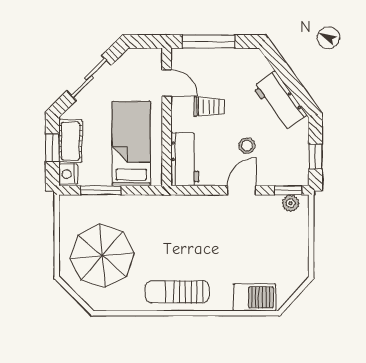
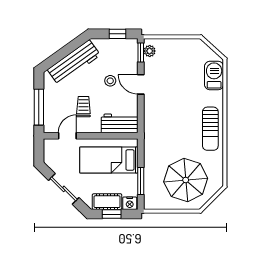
workbench: (280, 101) -> (74, 62), width x1.38

